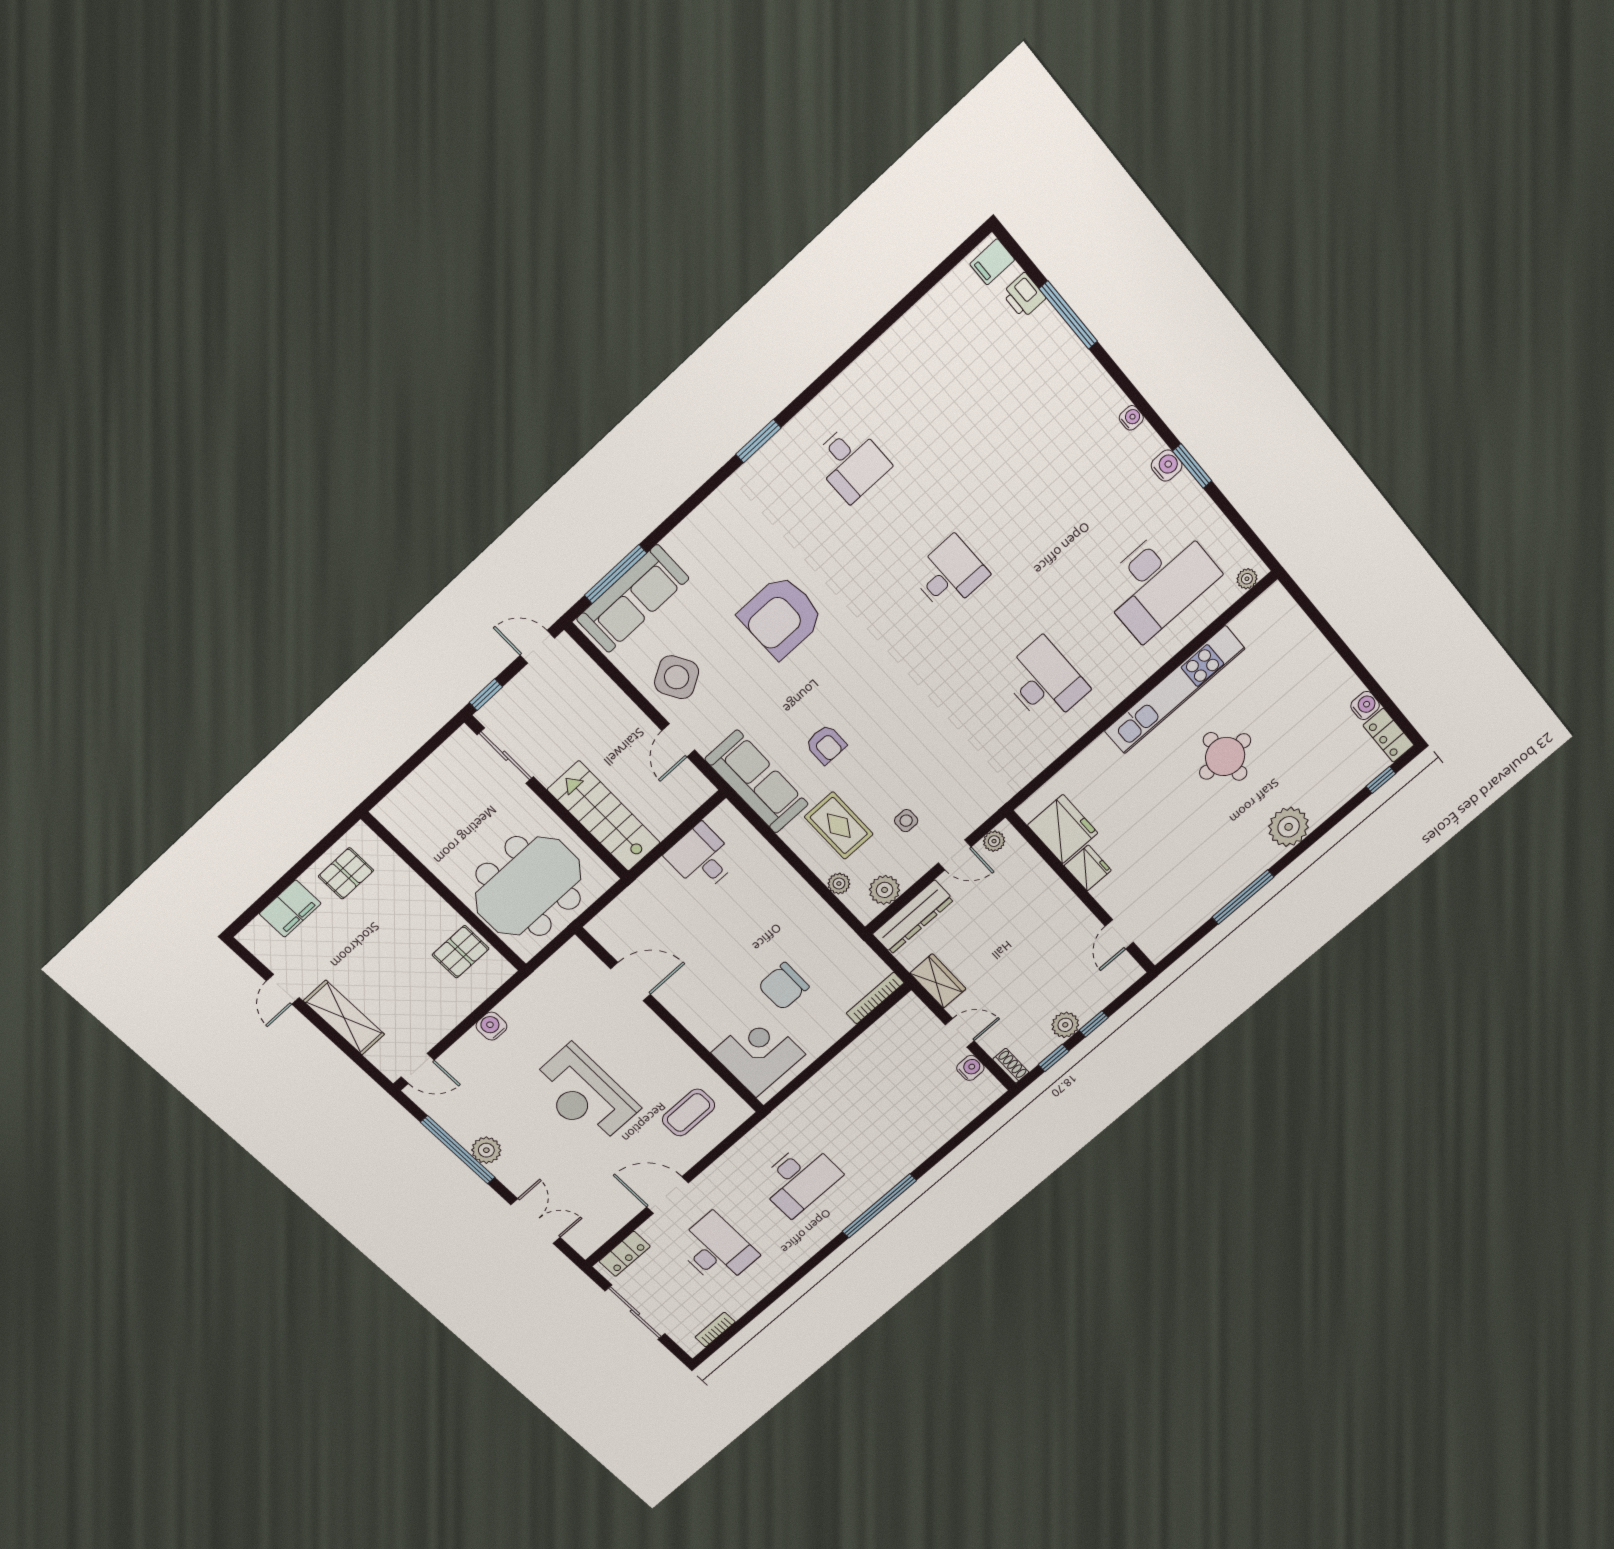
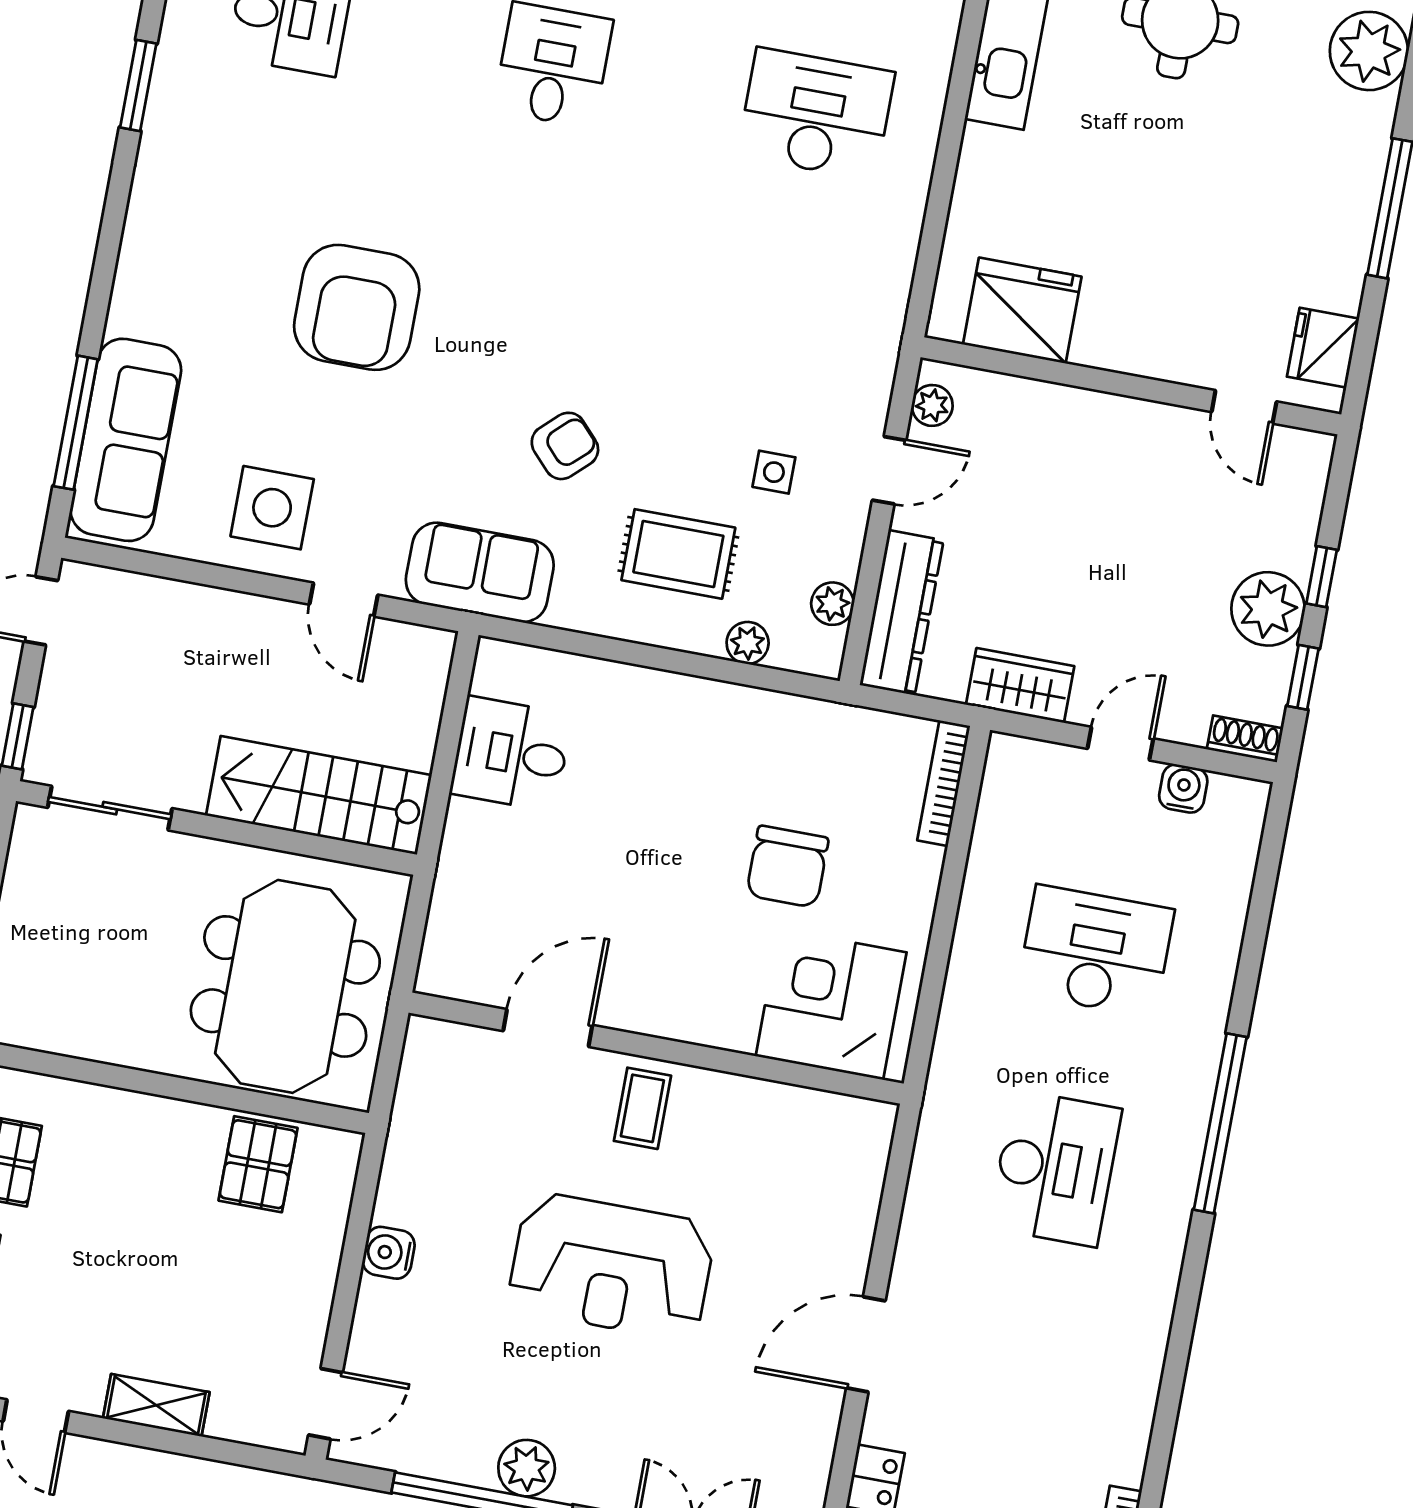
side table: (677, 677) -> (272, 508), turned 30
armchair: (826, 744) -> (565, 446), turned -43
sofa: (757, 782) -> (480, 572), width x0.73
fridge: (1088, 868) -> (1323, 348), moved, turned -90
plant: (885, 890) -> (832, 604), width x0.73, depth x0.73
shelving: (344, 1018) -> (156, 1405), width x0.67, depth x0.75
plant: (1065, 1025) -> (1268, 609), width x1.36, depth x1.36
coffee table: (689, 1112) -> (642, 1108), moved, width x0.73, depth x0.77
desk: (716, 1250) -> (1095, 951), moved

